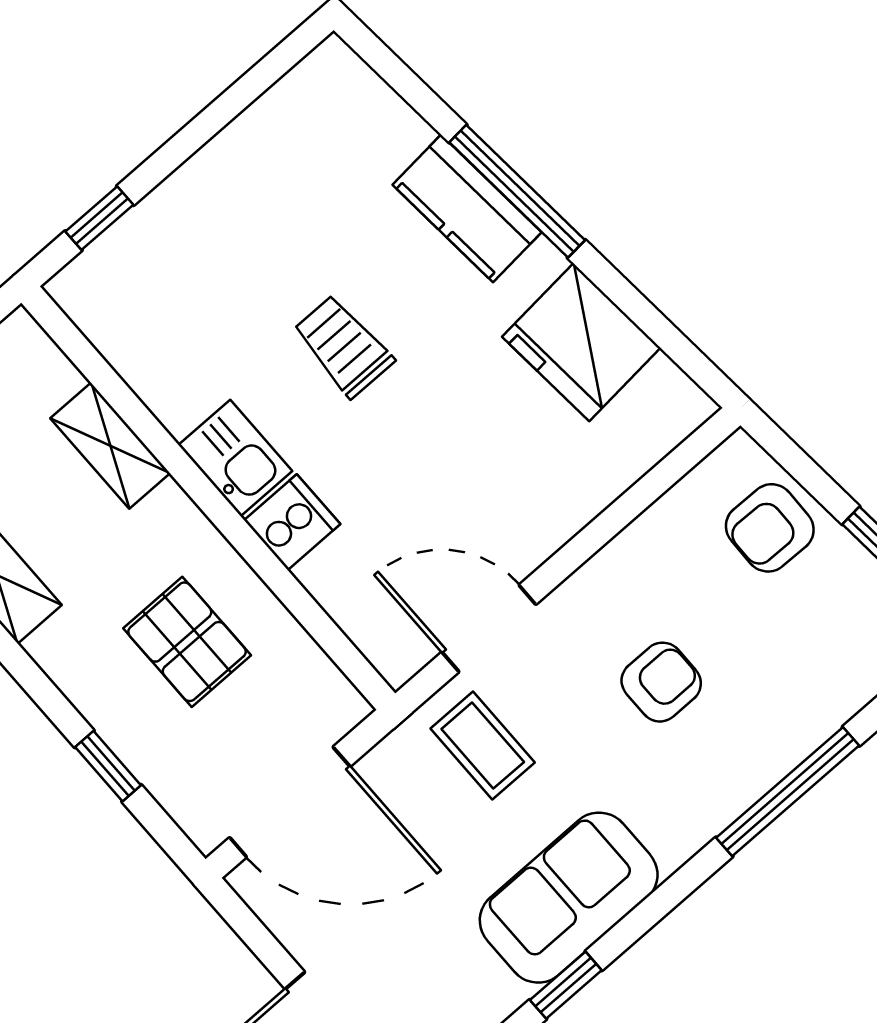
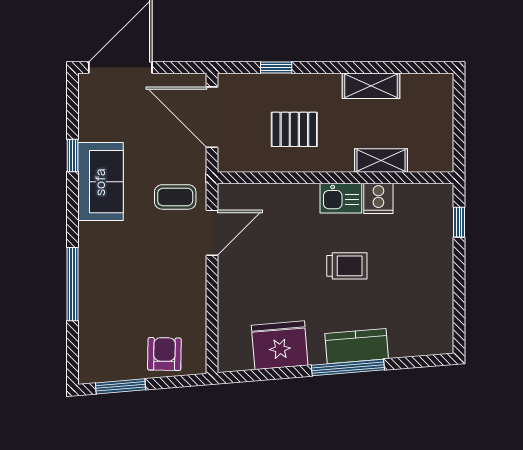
cooker: (292, 522) -> (378, 198), moved
armchair: (661, 682) -> (145, 274), removed
door: (290, 802) -> (212, 117), hinge flipped

